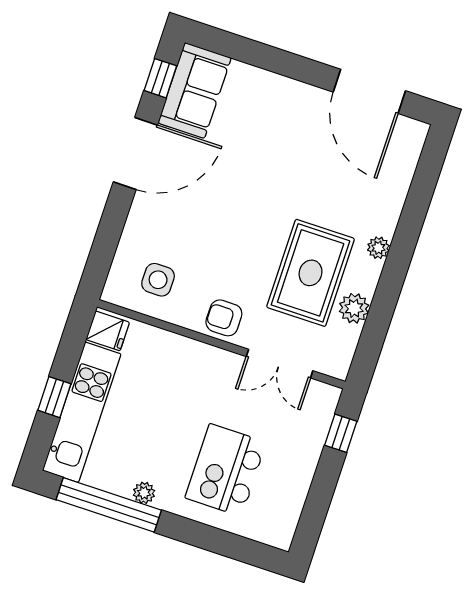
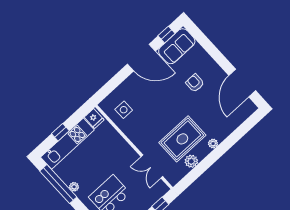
armchair: (224, 318) -> (195, 83), moved

